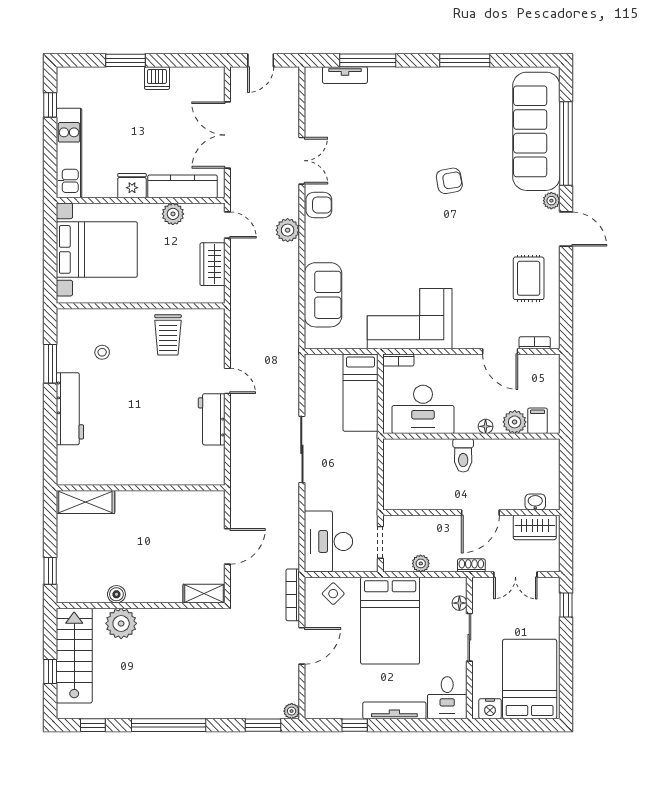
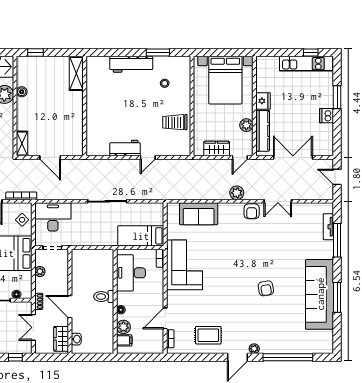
sofa: (536, 131) -> (320, 294), moved, turned -90
kitchen unit: (69, 153) -> (306, 64), moved

